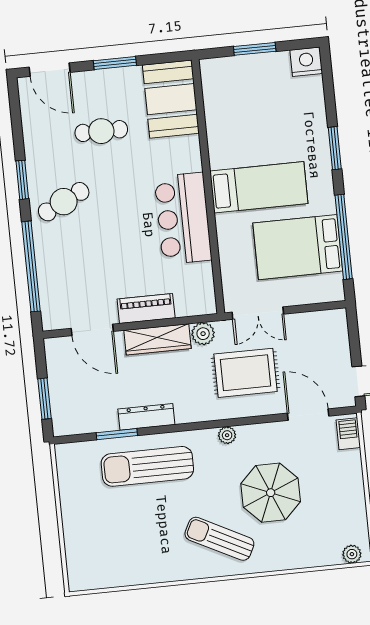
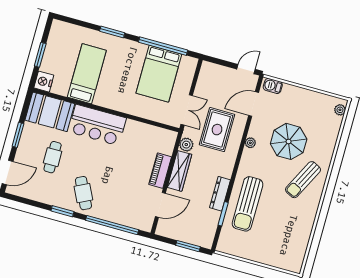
nightstand: (306, 62) -> (44, 82), moved
bed: (259, 187) -> (87, 74), moved
bar counter: (183, 218) -> (97, 125), moved
plant: (227, 435) -> (250, 143), moved

